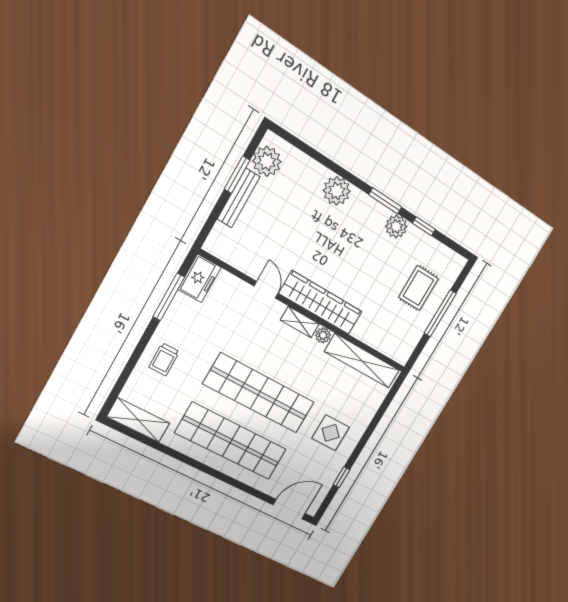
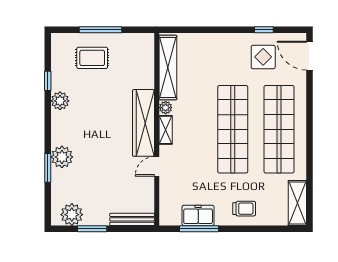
bench: (239, 198) -> (132, 219), moved
window: (385, 201) -> (48, 168), moved
freezer: (200, 278) -> (198, 215), moved
display table: (331, 433) -> (263, 57), moved

